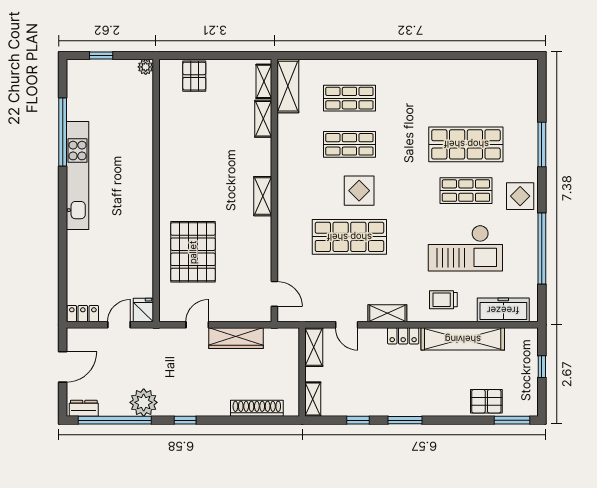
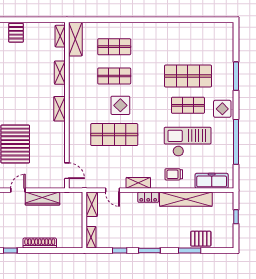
shelving: (263, 119) -> (60, 73), moved
checkout: (465, 248) -> (188, 142), turned 180
shoe rack: (257, 408) -> (40, 243), moved
window: (512, 420) -> (190, 251), moved

